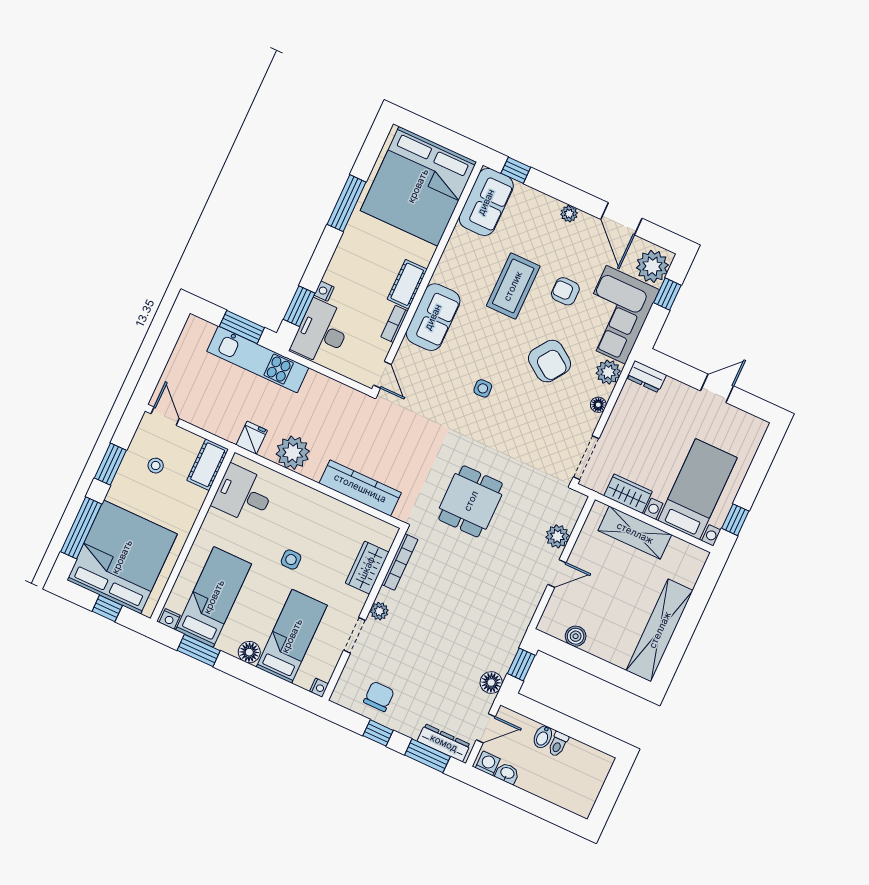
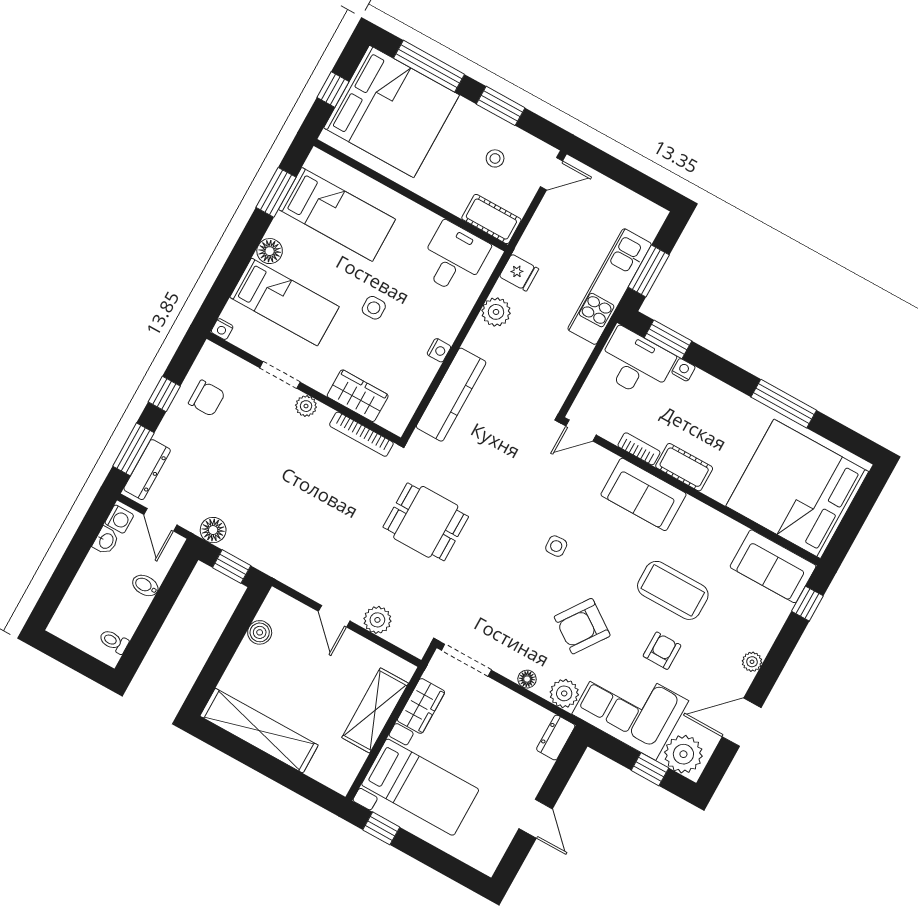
plant: (293, 453) -> (496, 312), width x0.73, depth x0.73
nightstand: (170, 619) -> (439, 350), moved, turned 180
toilet: (558, 744) -> (114, 641), moved

